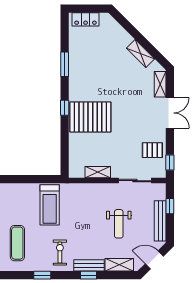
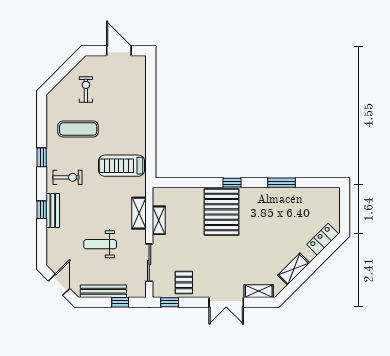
locker: (86, 19) -> (323, 239), moved, turned 45
shelving: (119, 265) -> (139, 213), moved

